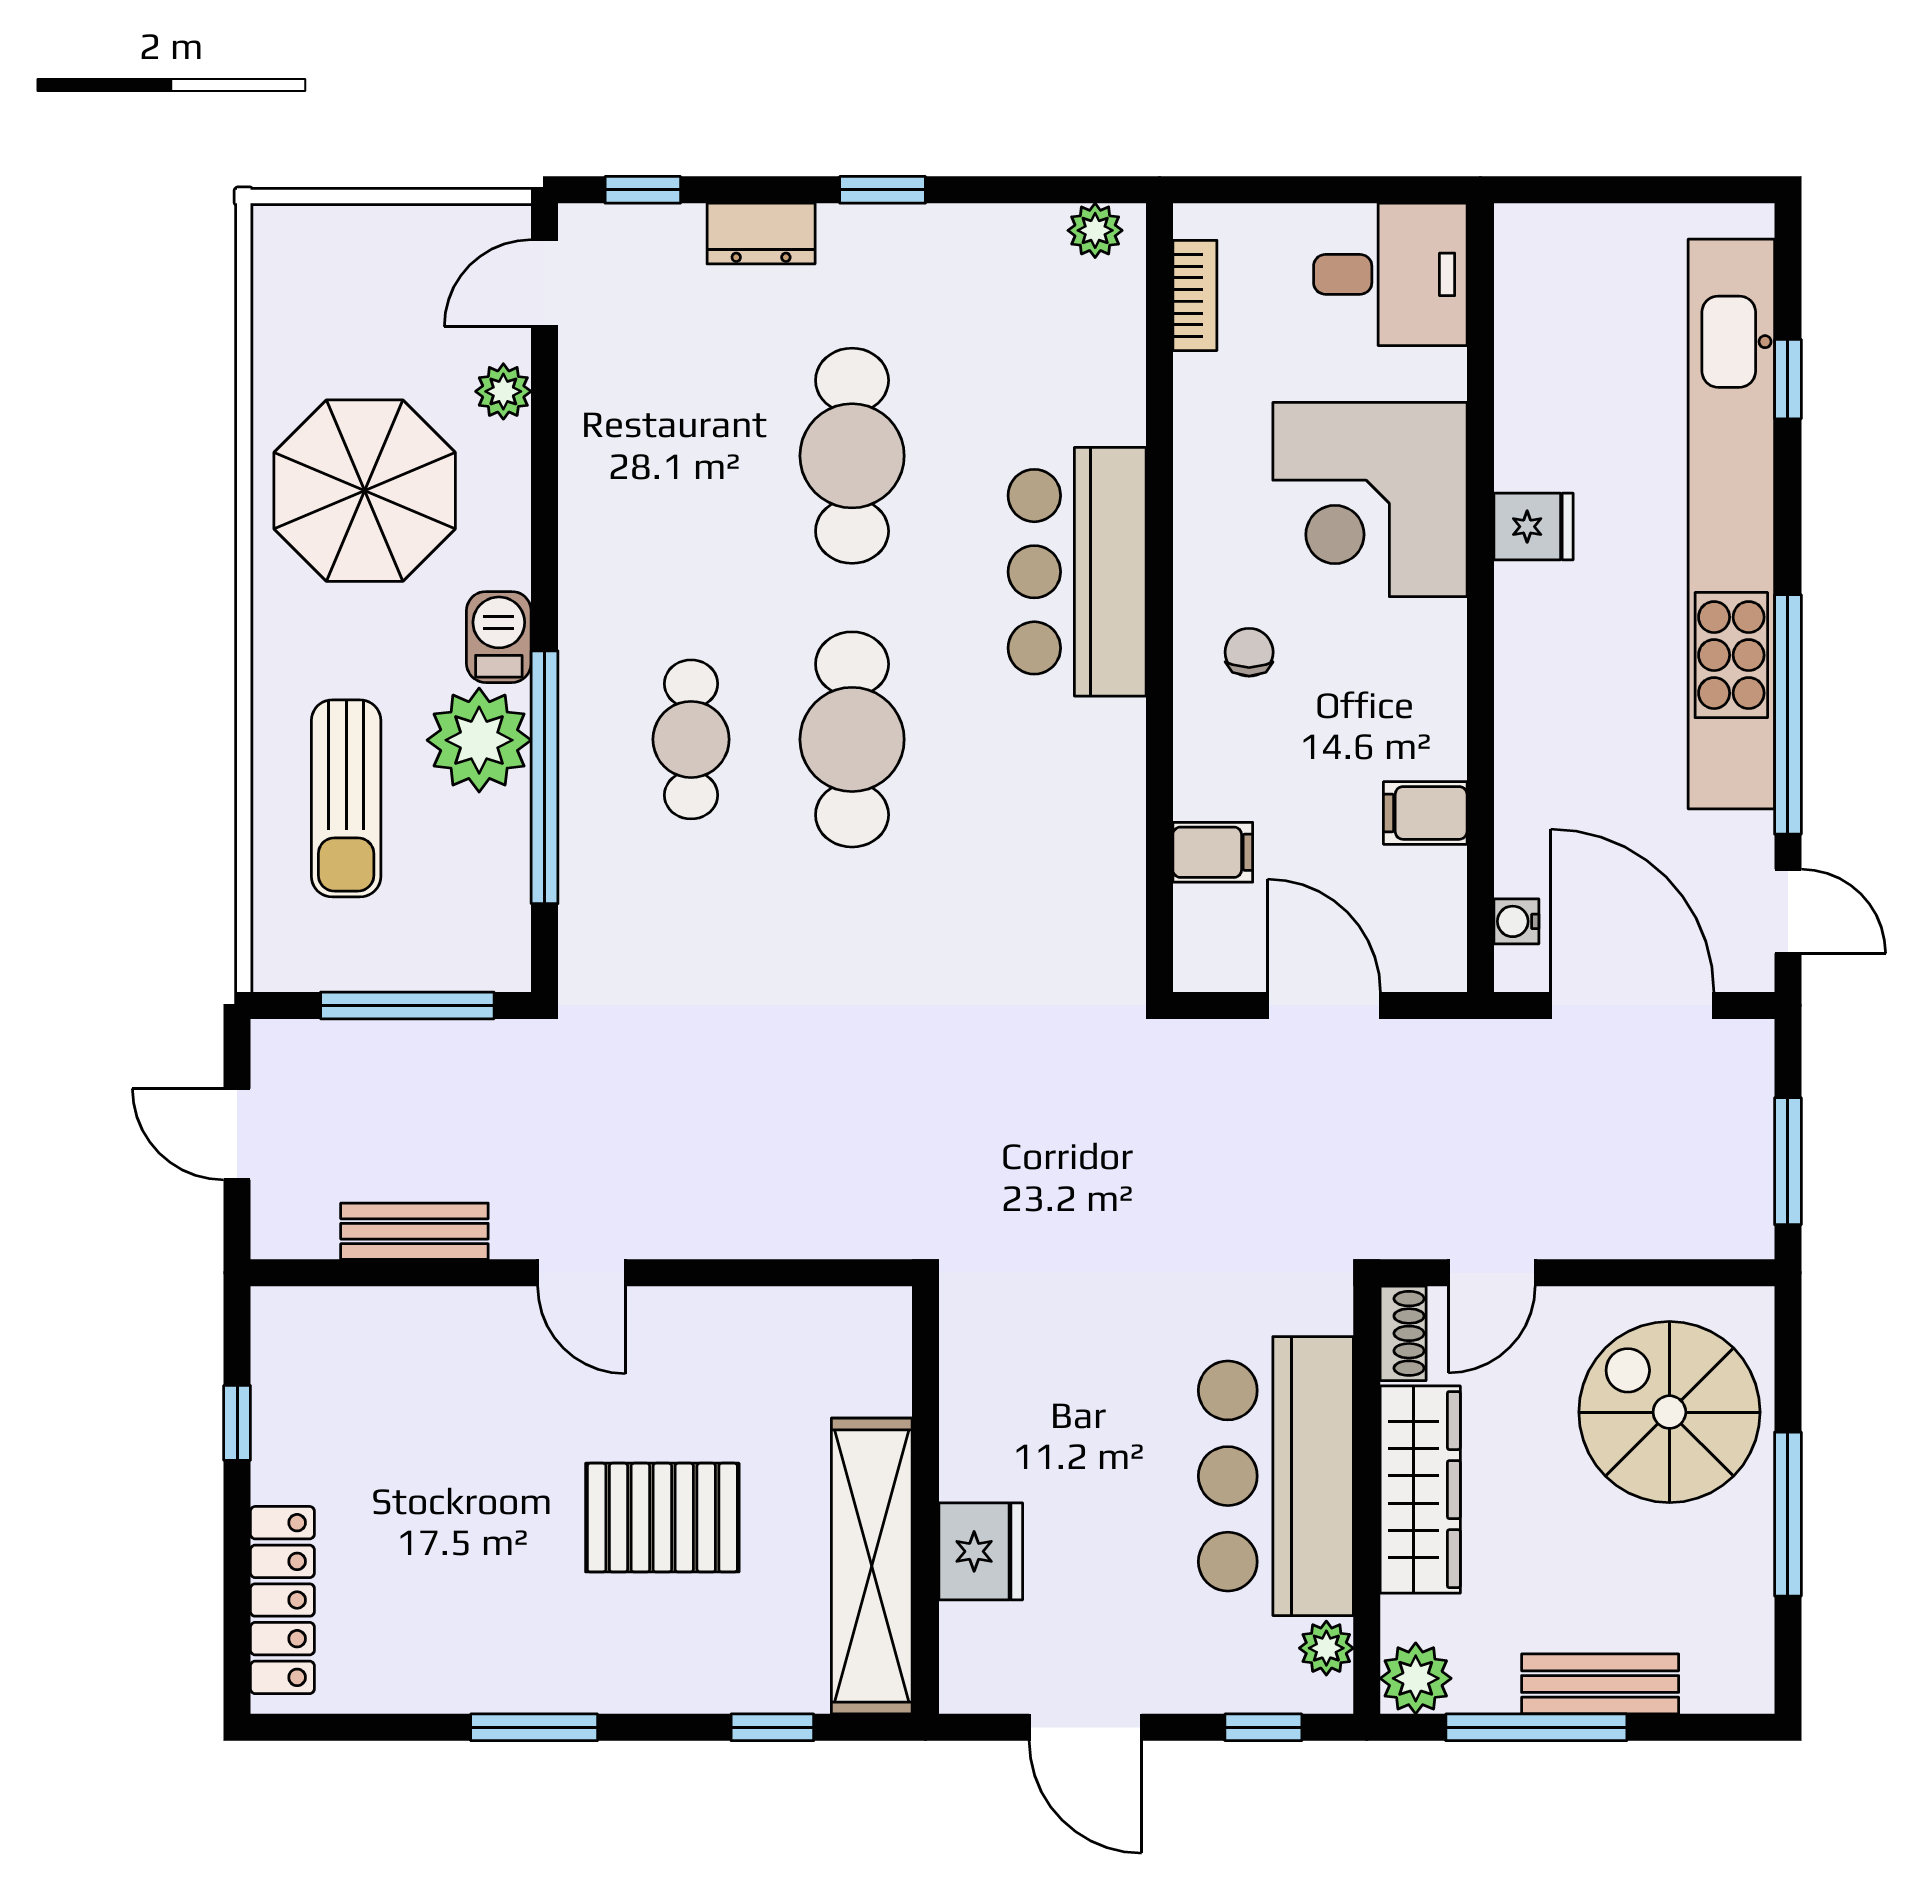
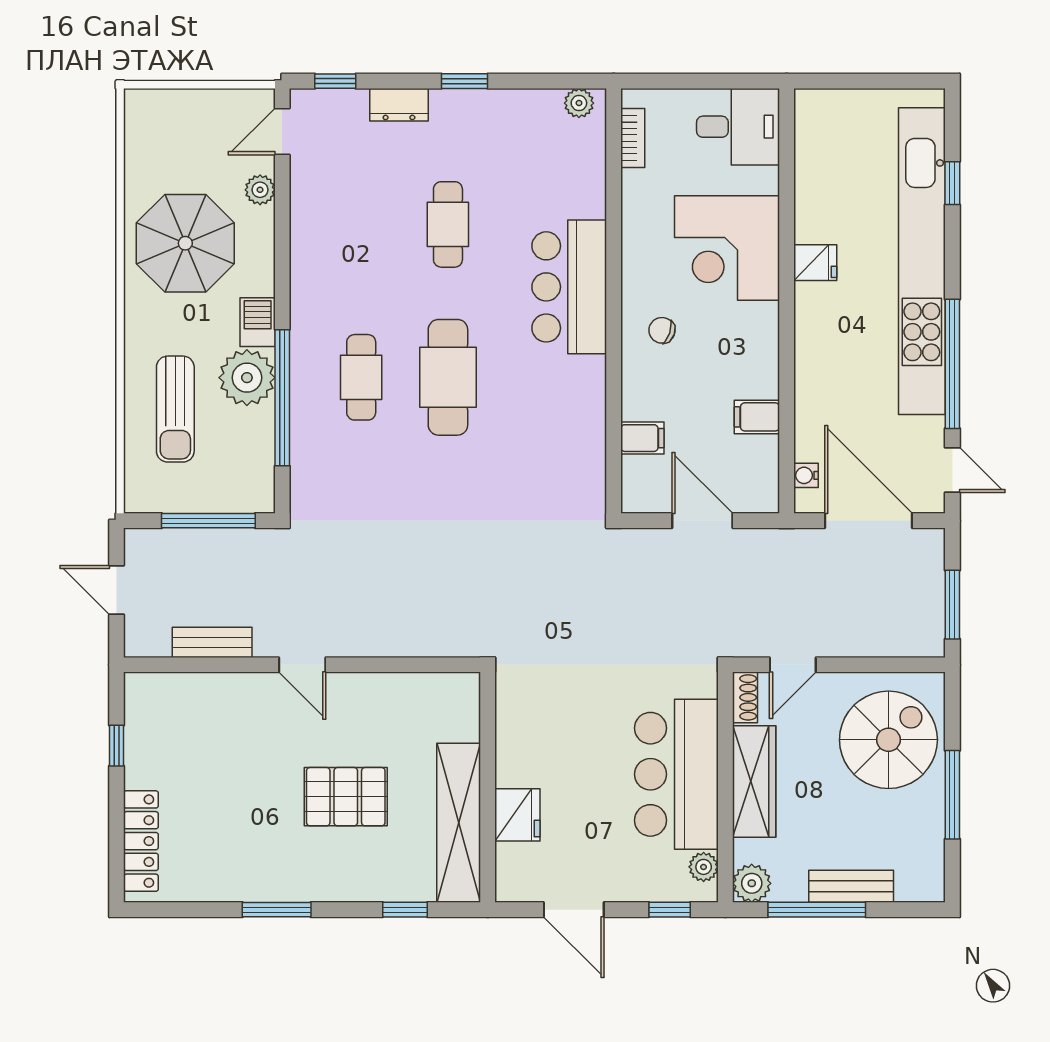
cafe table: (852, 456) -> (448, 224), width x0.73, depth x0.74
chair: (1249, 652) -> (662, 330), turned -71
spiral stairs: (1669, 1412) -> (888, 740), turned 90

